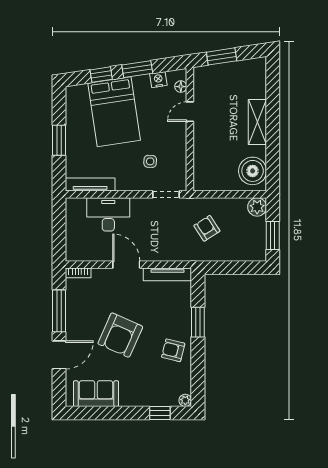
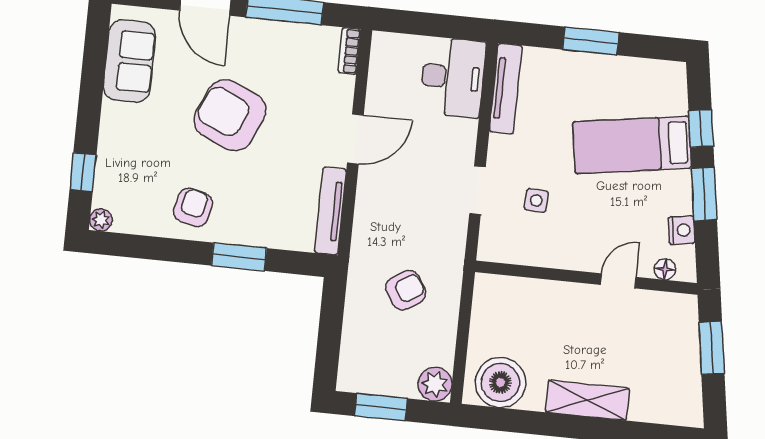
bed: (114, 112) -> (632, 145), width x0.67
door: (190, 112) -> (618, 281), hinge flipped
doorway: (166, 194) -> (477, 190), moved
desk: (108, 214) -> (453, 77), moved

